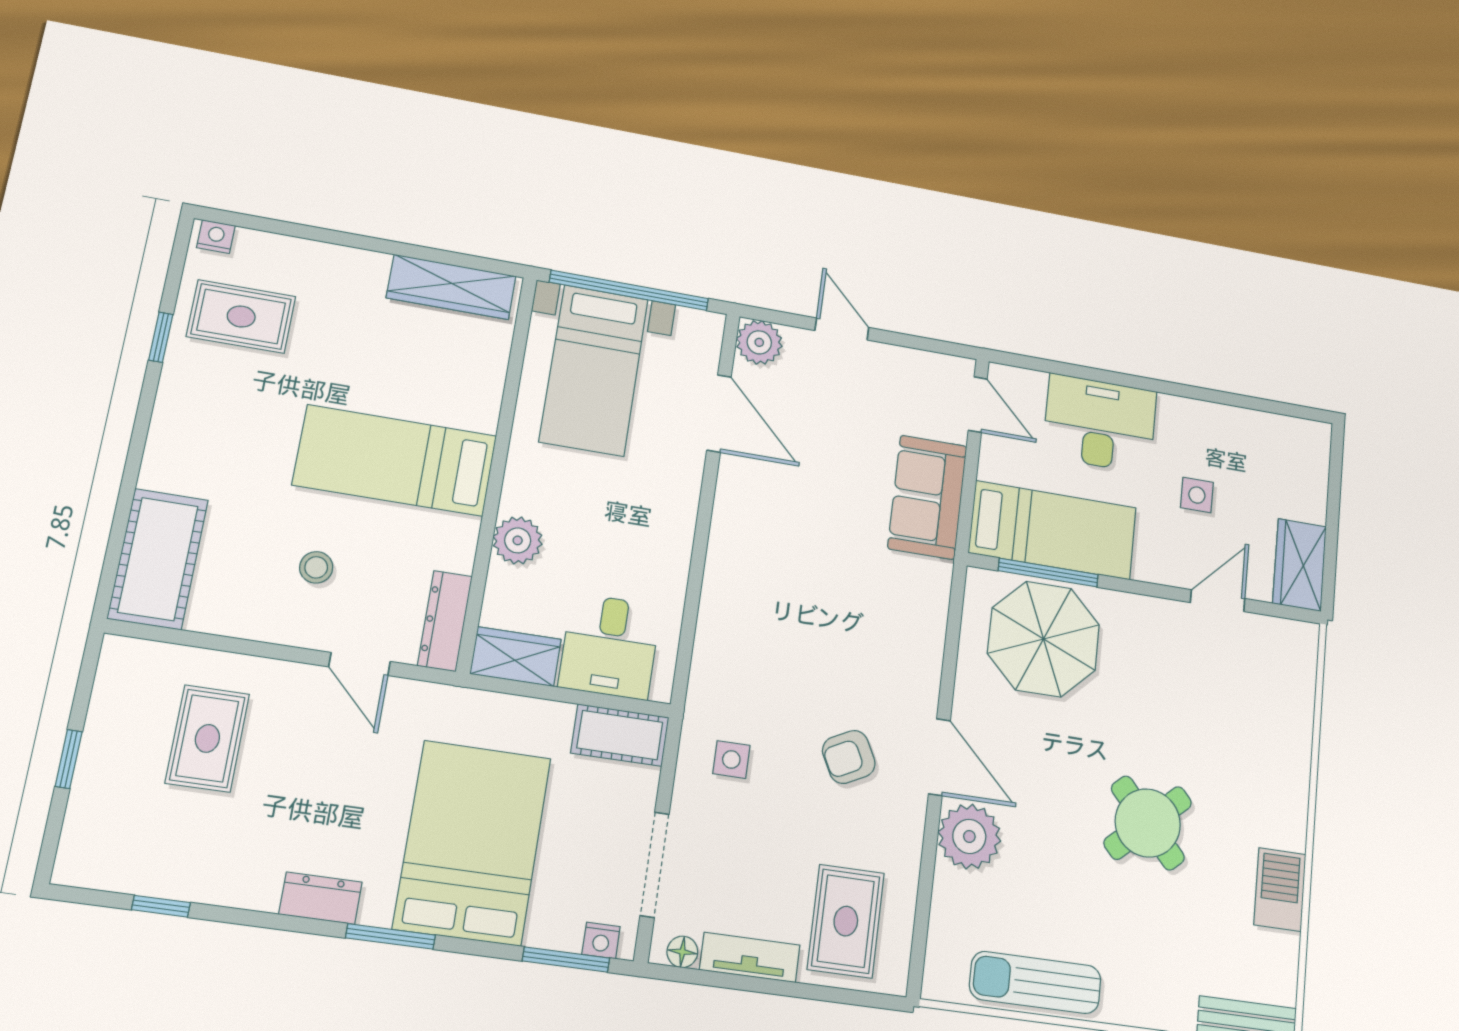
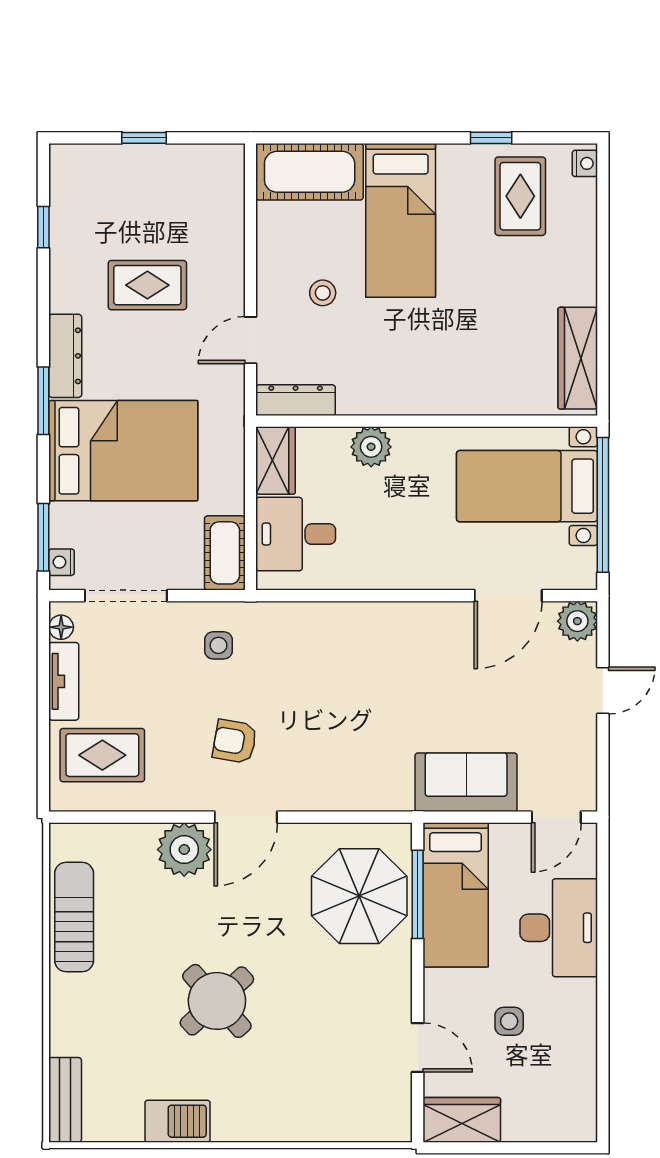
bed: (395, 460) -> (401, 220), moved, turned 180
rug: (207, 738) -> (147, 285), moved
armchair: (849, 757) -> (235, 741), turned -53
dresser: (321, 898) -> (65, 356), width x1.44

